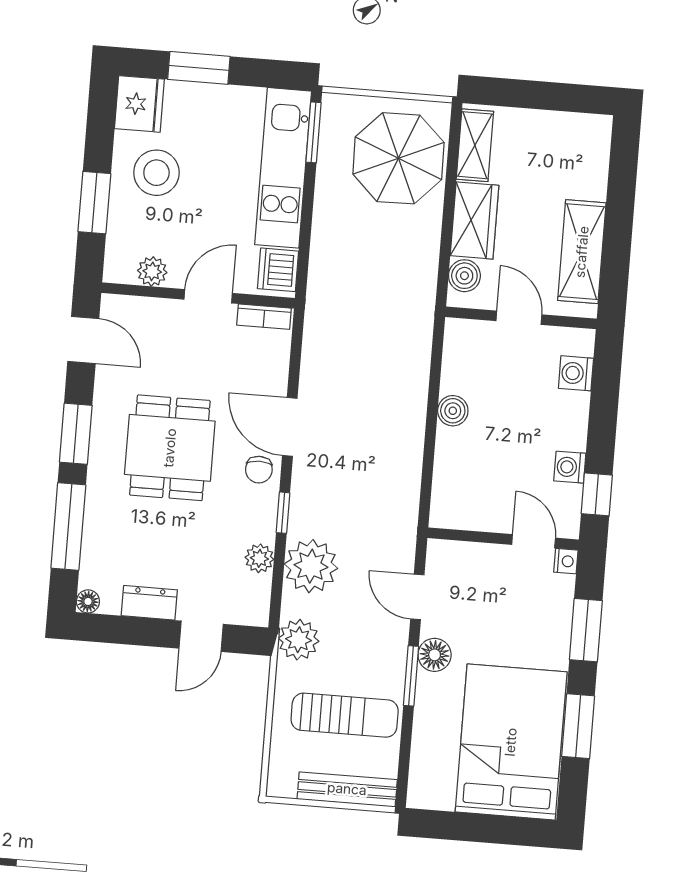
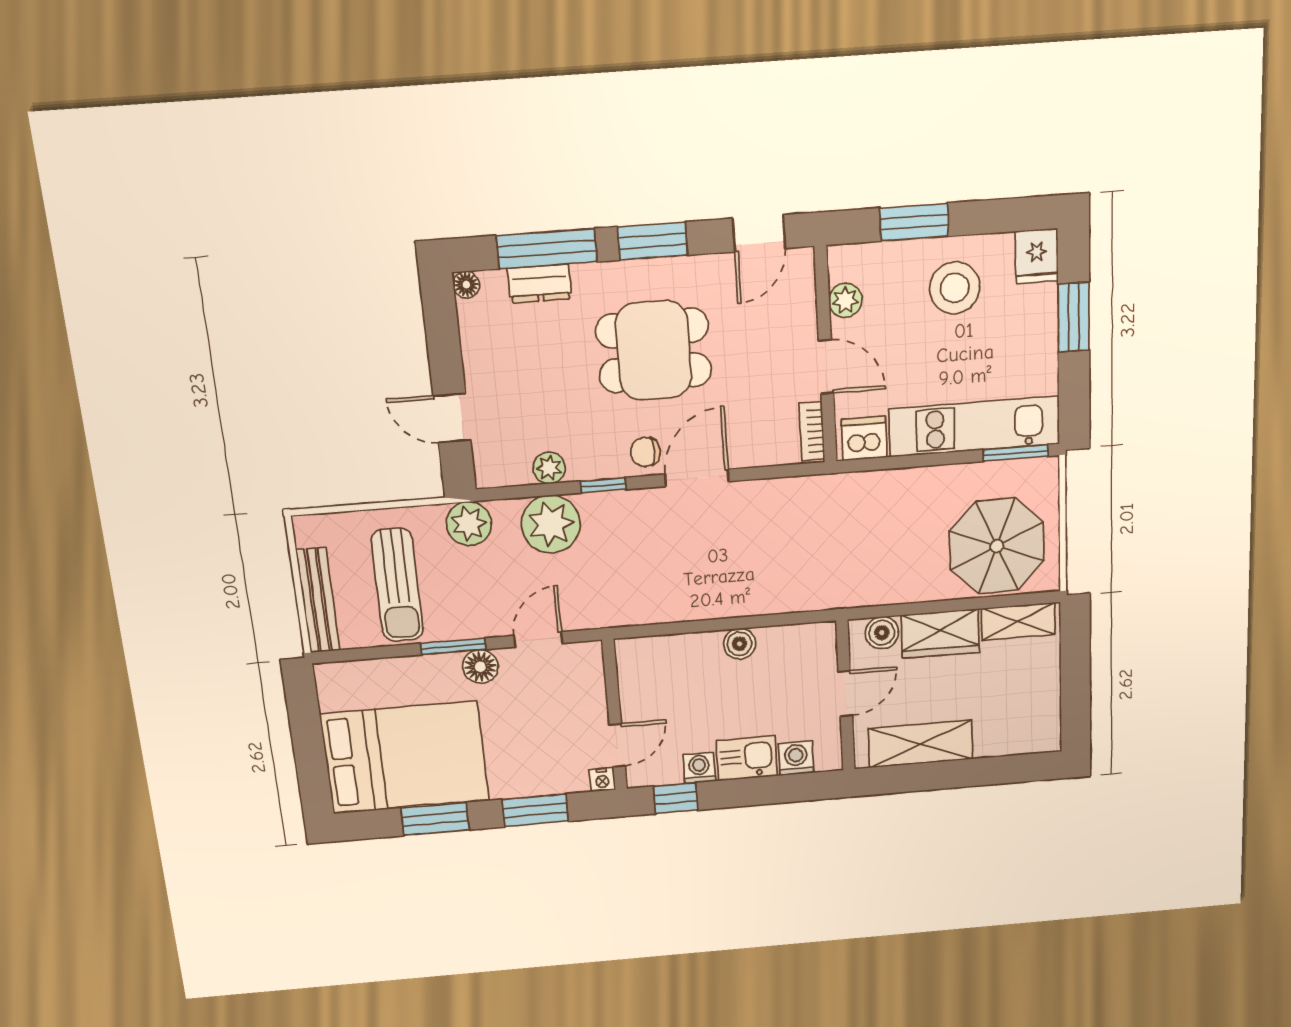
fridge: (139, 104) -> (1037, 256), width x0.72
kitchen sink: (568, 421) -> (747, 758), added
dresser: (149, 603) -> (539, 283), moved, turned 90

